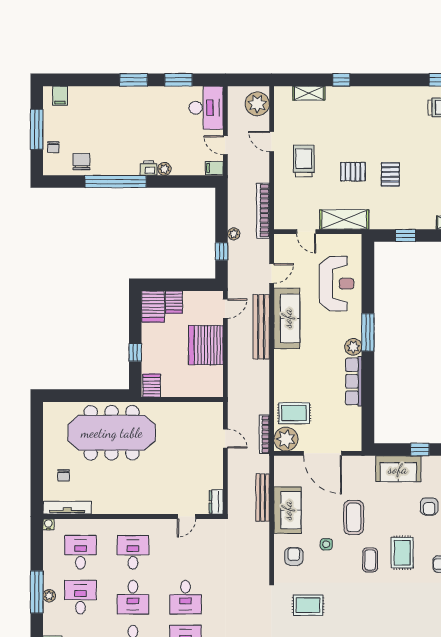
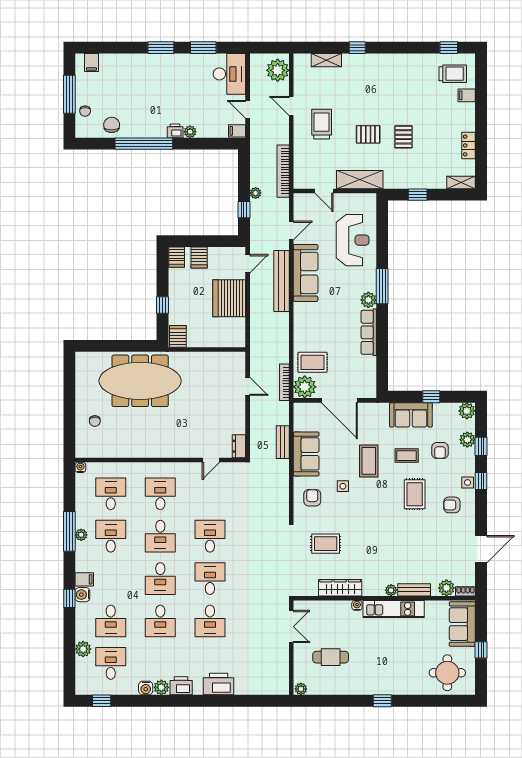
server rack: (153, 307) -> (177, 257), width x0.73, depth x0.70
bench: (263, 498) -> (283, 442), width x0.73
tv unit: (67, 508) -> (98, 452), removed
coffee table: (370, 560) -> (407, 456), moved, turned 90
desk: (185, 597) -> (210, 536), turned 180

